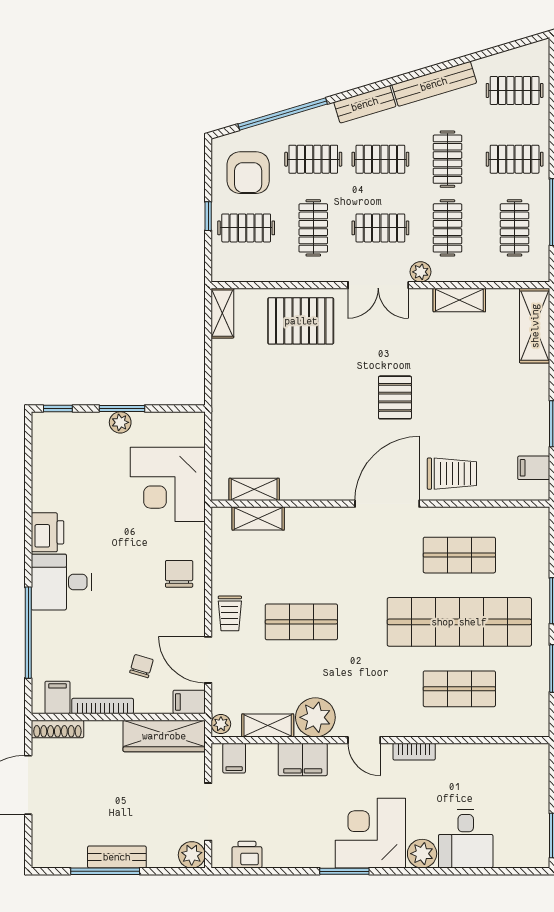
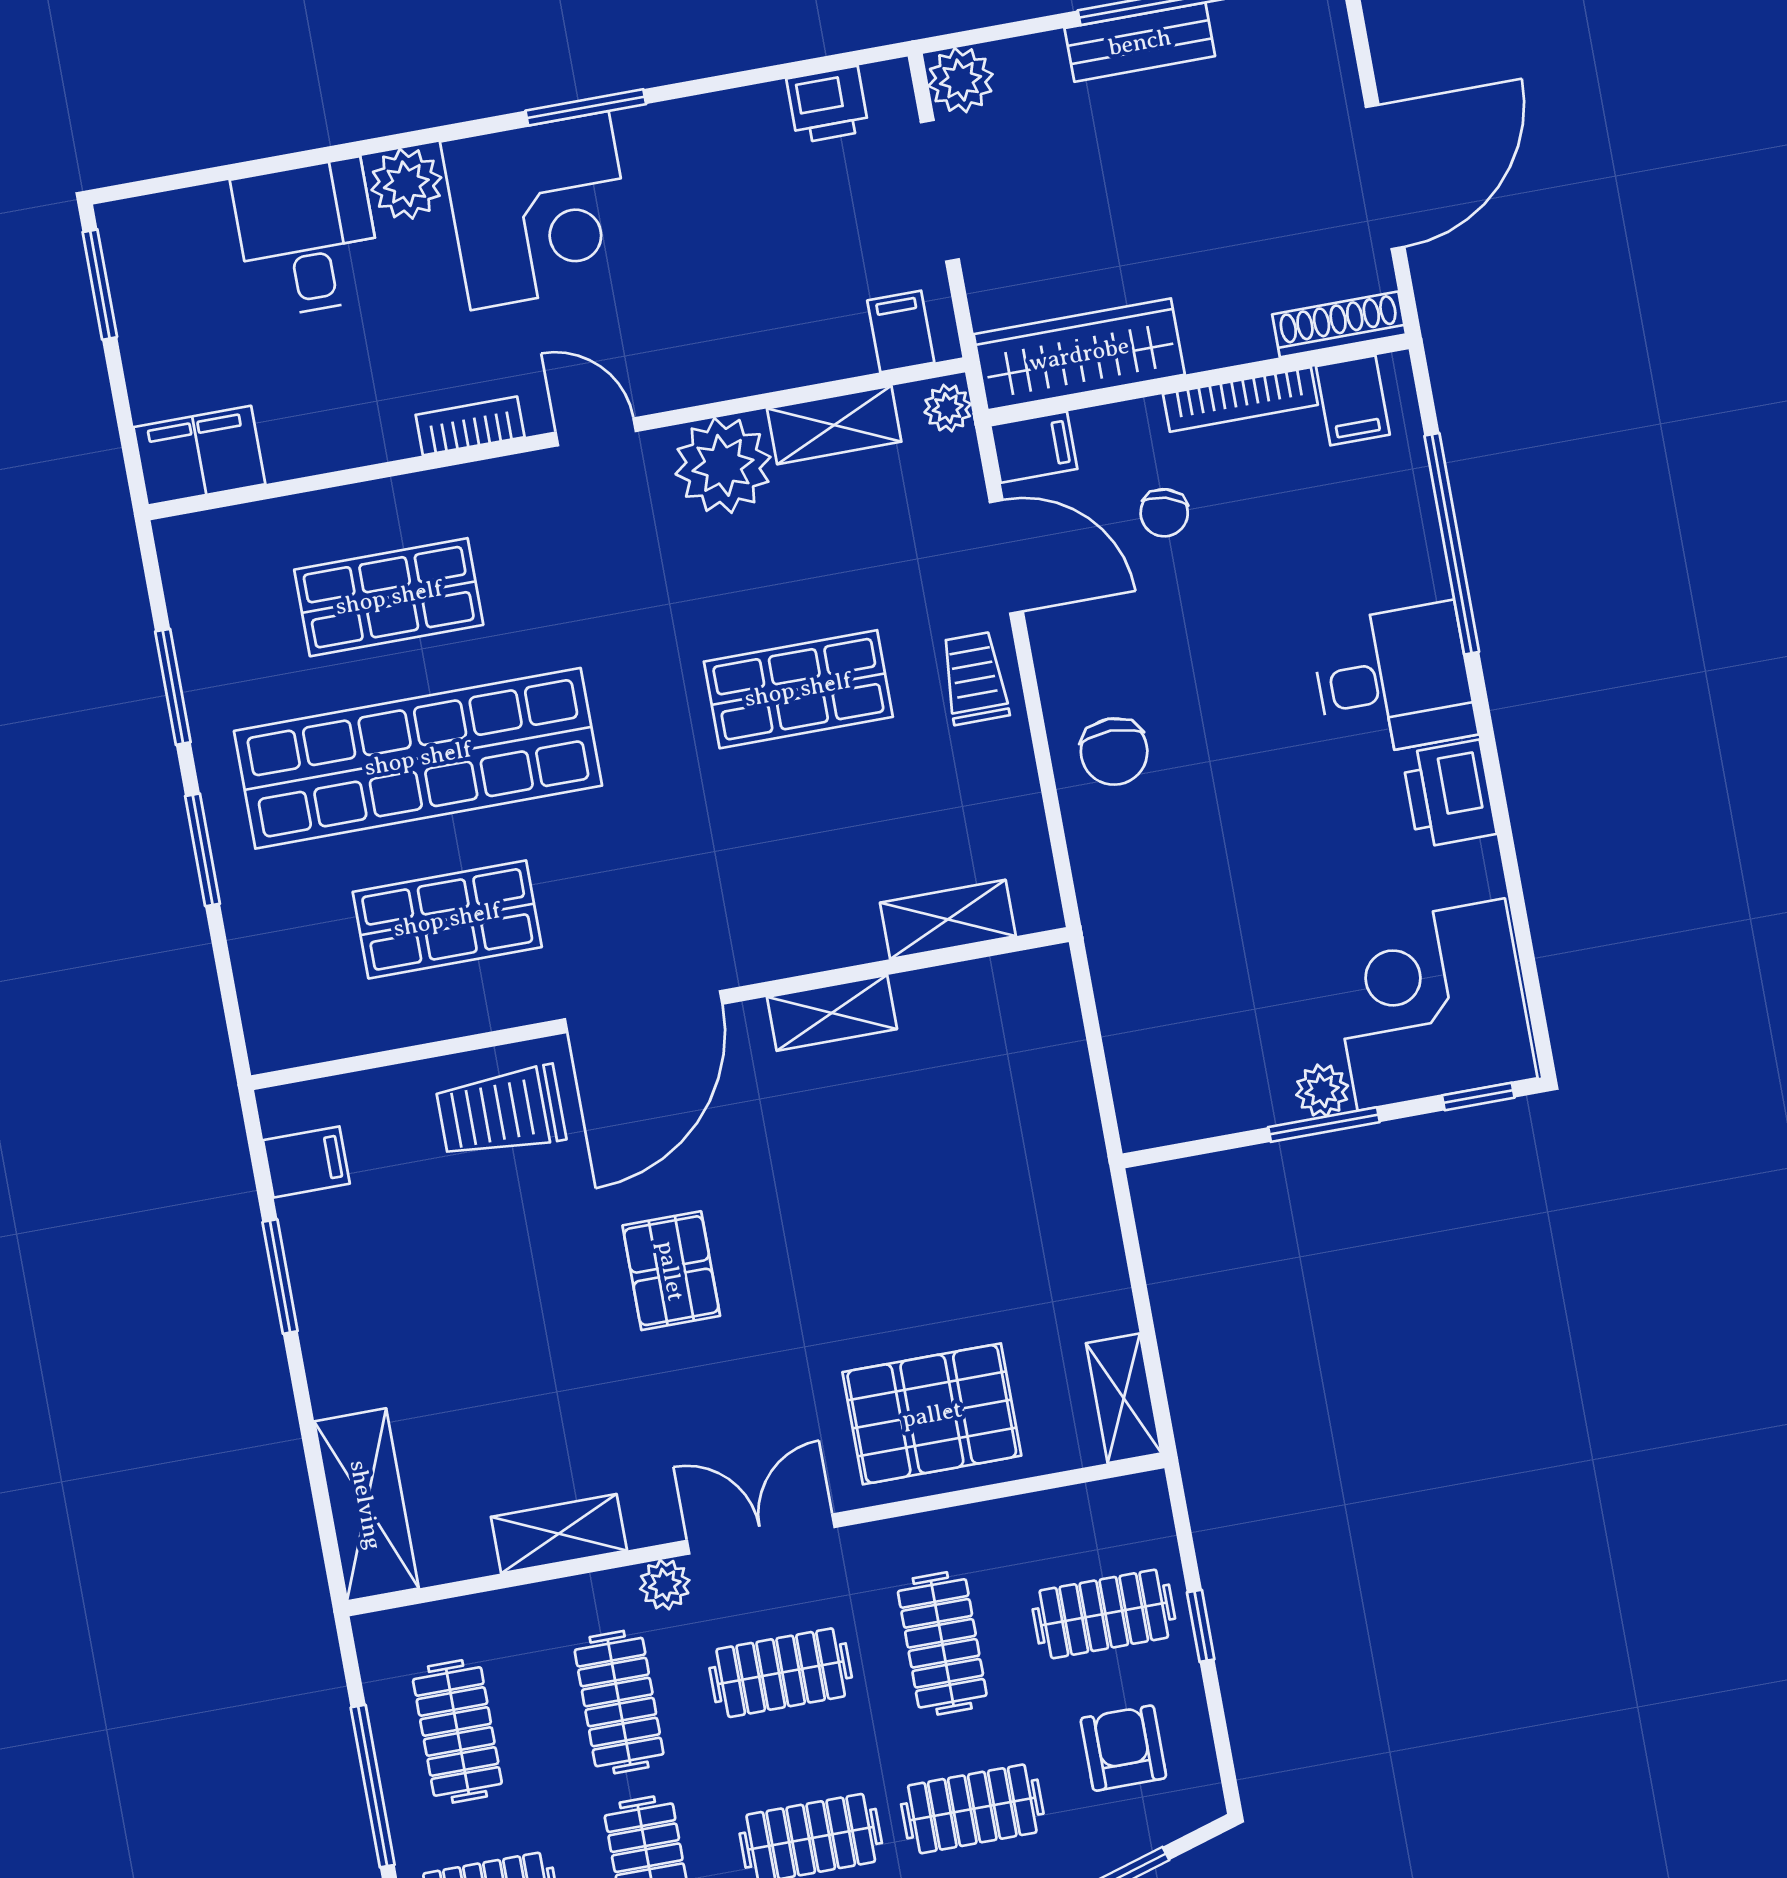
armchair: (248, 173) -> (1123, 1748), width x0.72, depth x0.72
corner desk: (168, 484) -> (1431, 1004), moved, turned -90
shelving: (254, 489) -> (832, 1013), moved
filing cabinet: (303, 760) -> (199, 456), moved

